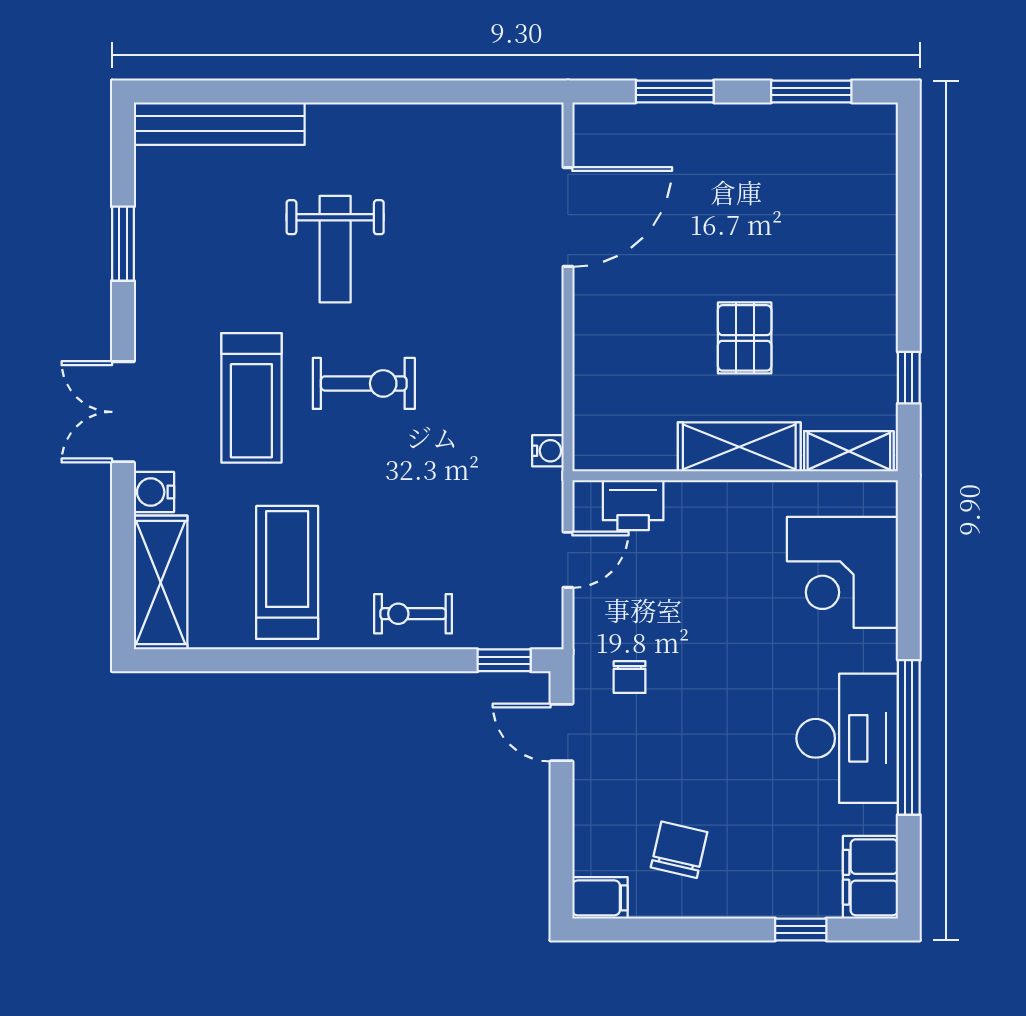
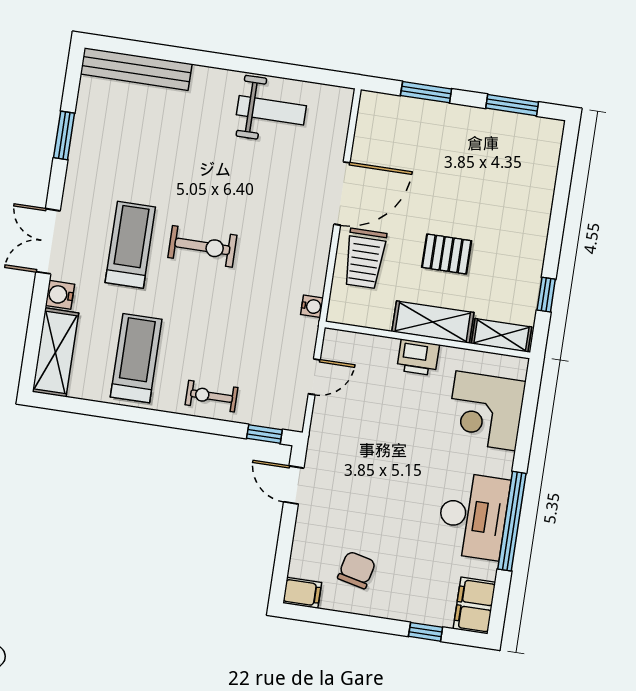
door: (568, 217) -> (342, 193), moved
weight bench: (335, 249) -> (271, 110), moved, turned -90
pallet: (745, 338) -> (447, 254), turned 90
trolley: (619, 364) -> (365, 258), added
treadmill: (251, 398) -> (130, 245), turned 180
printer: (633, 505) -> (418, 357), moved
chair: (630, 677) -> (342, 457), removed

